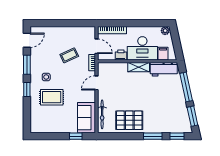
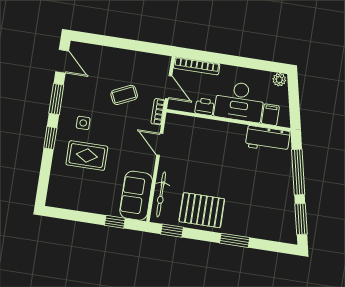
door: (27, 40) -> (62, 61), hinge flipped
shelving: (139, 67) -> (229, 130), removed
door: (96, 83) -> (160, 144), hinge flipped
window: (177, 136) -> (172, 231), moved

